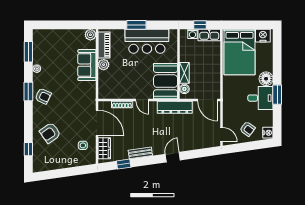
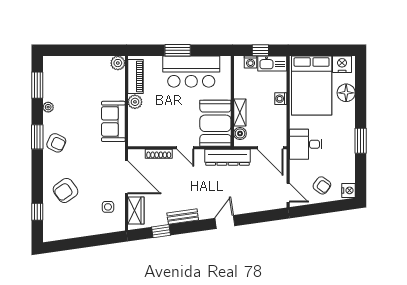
washing machine: (216, 62) -> (281, 99), added
sofa: (87, 65) -> (113, 121), moved
floor lamp: (266, 79) -> (346, 93), moved
desk: (260, 98) -> (306, 144), moved, turned 180

